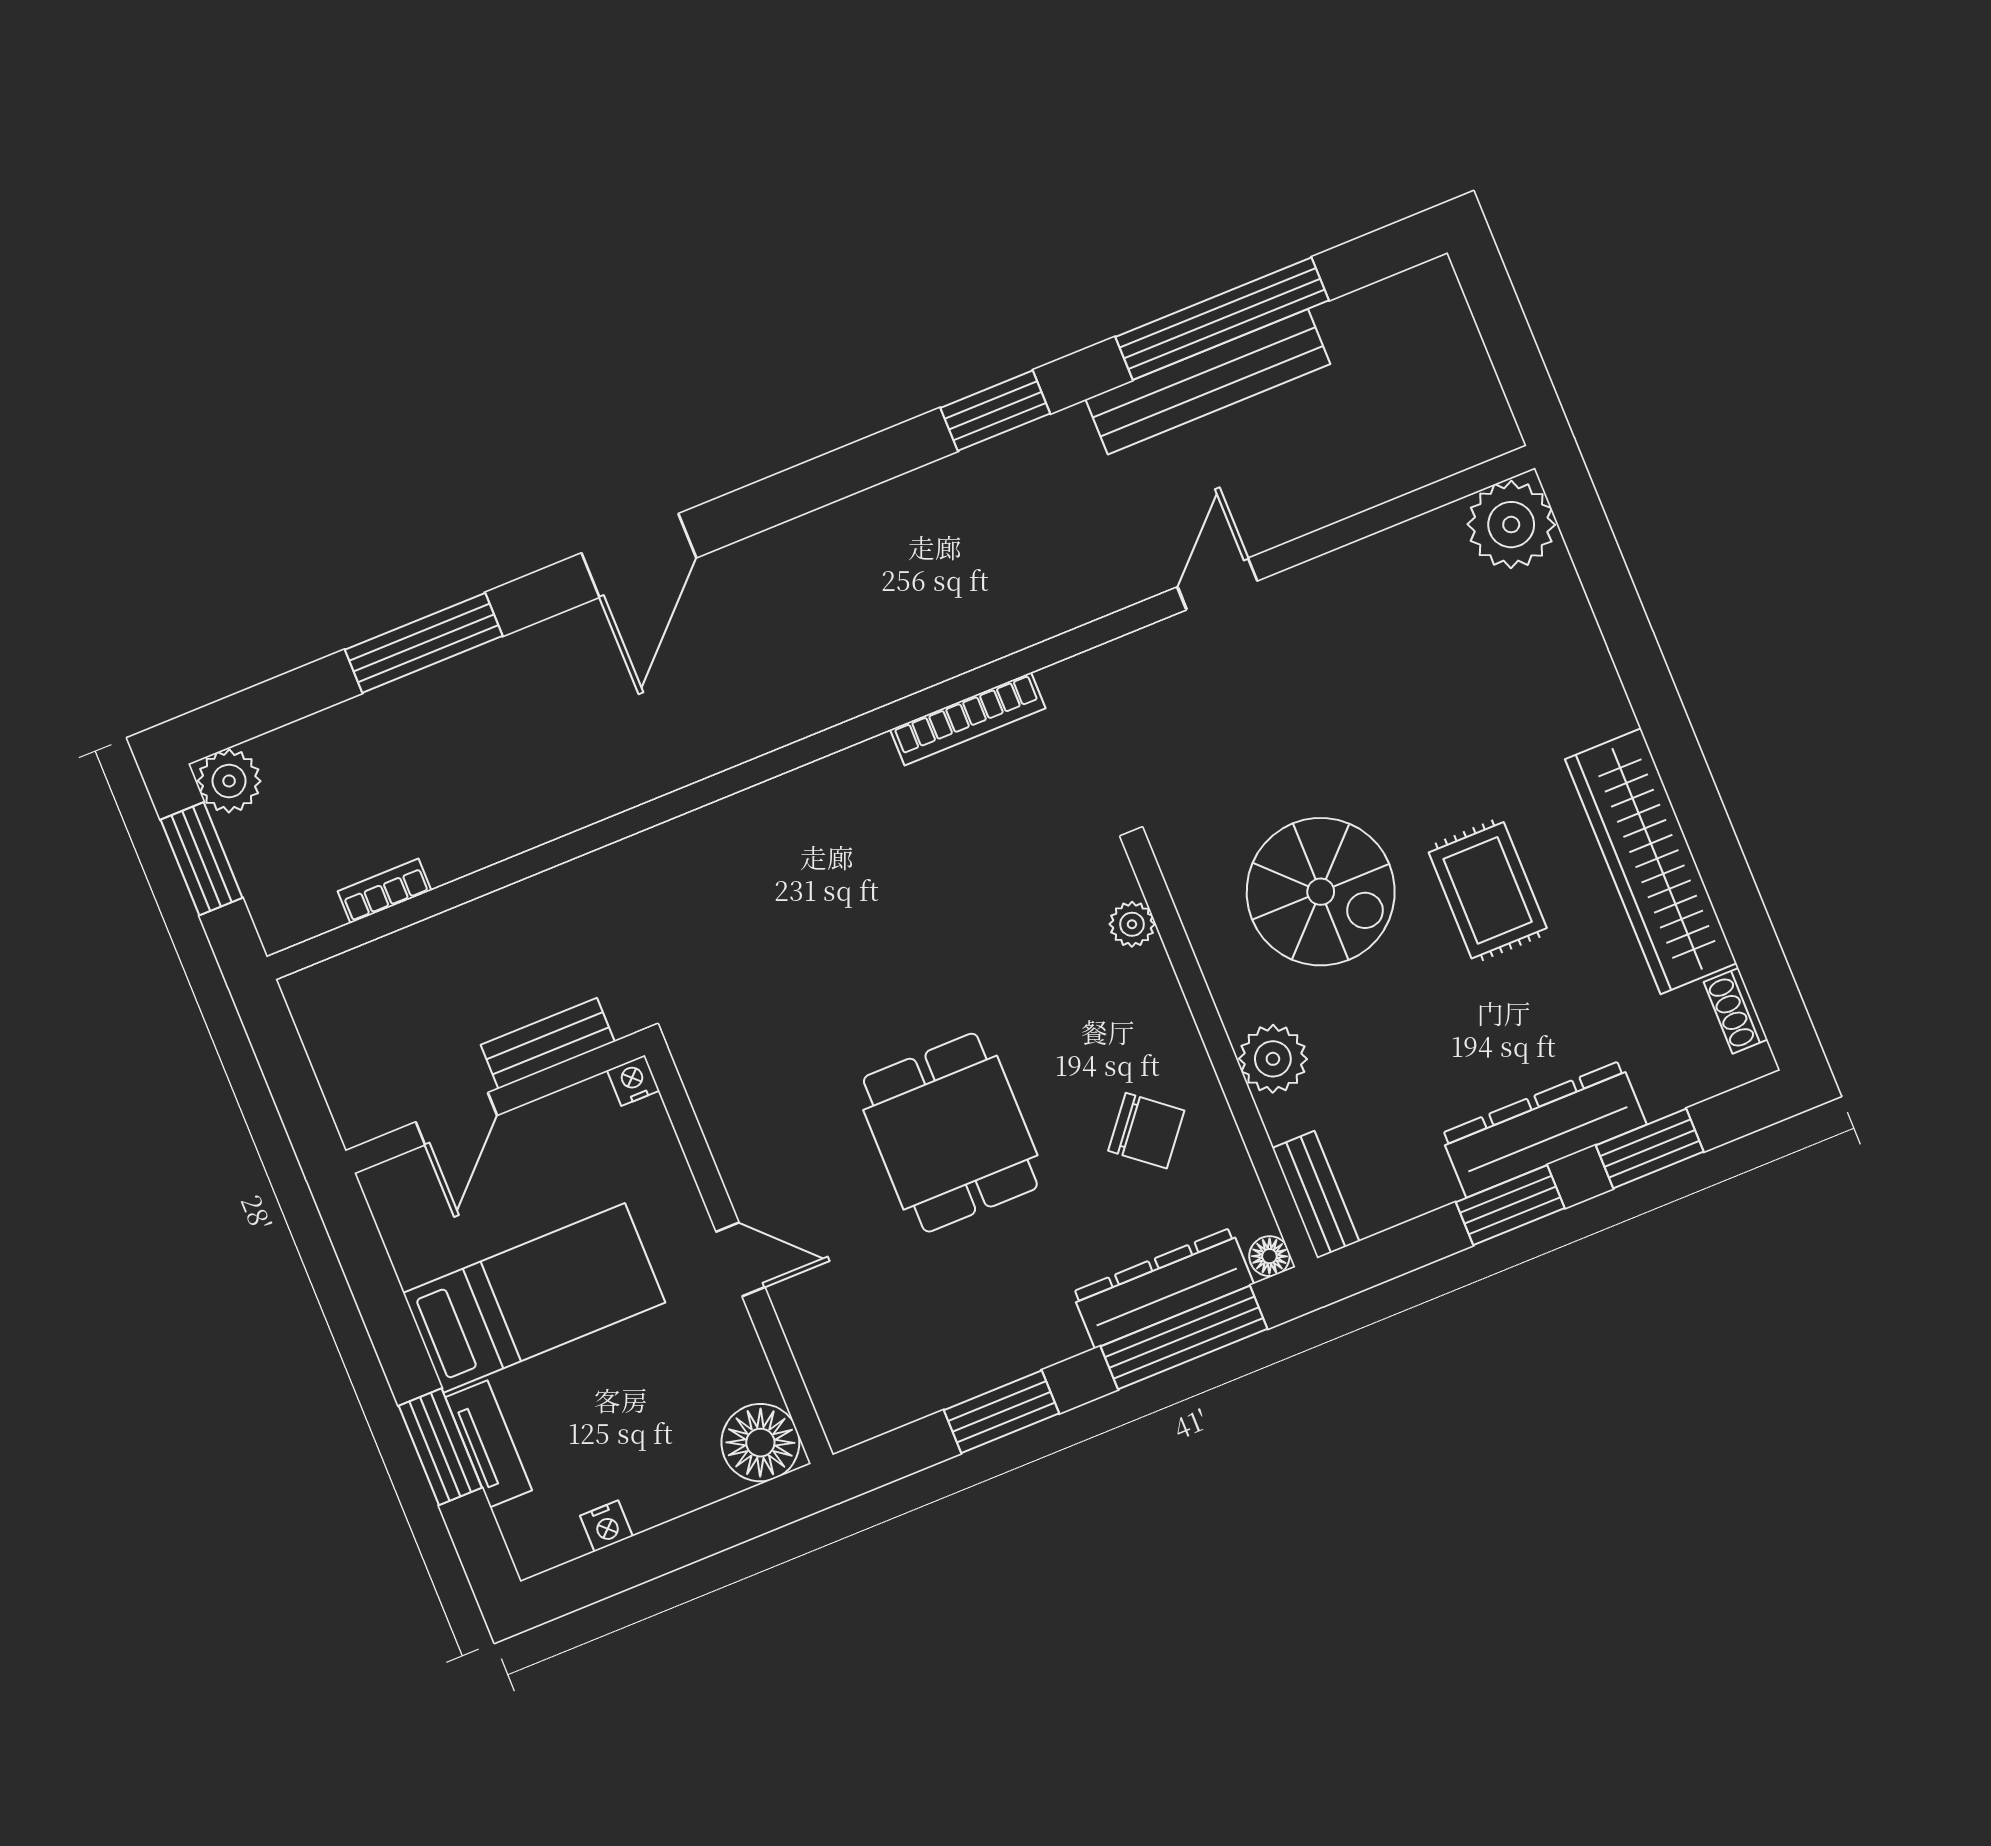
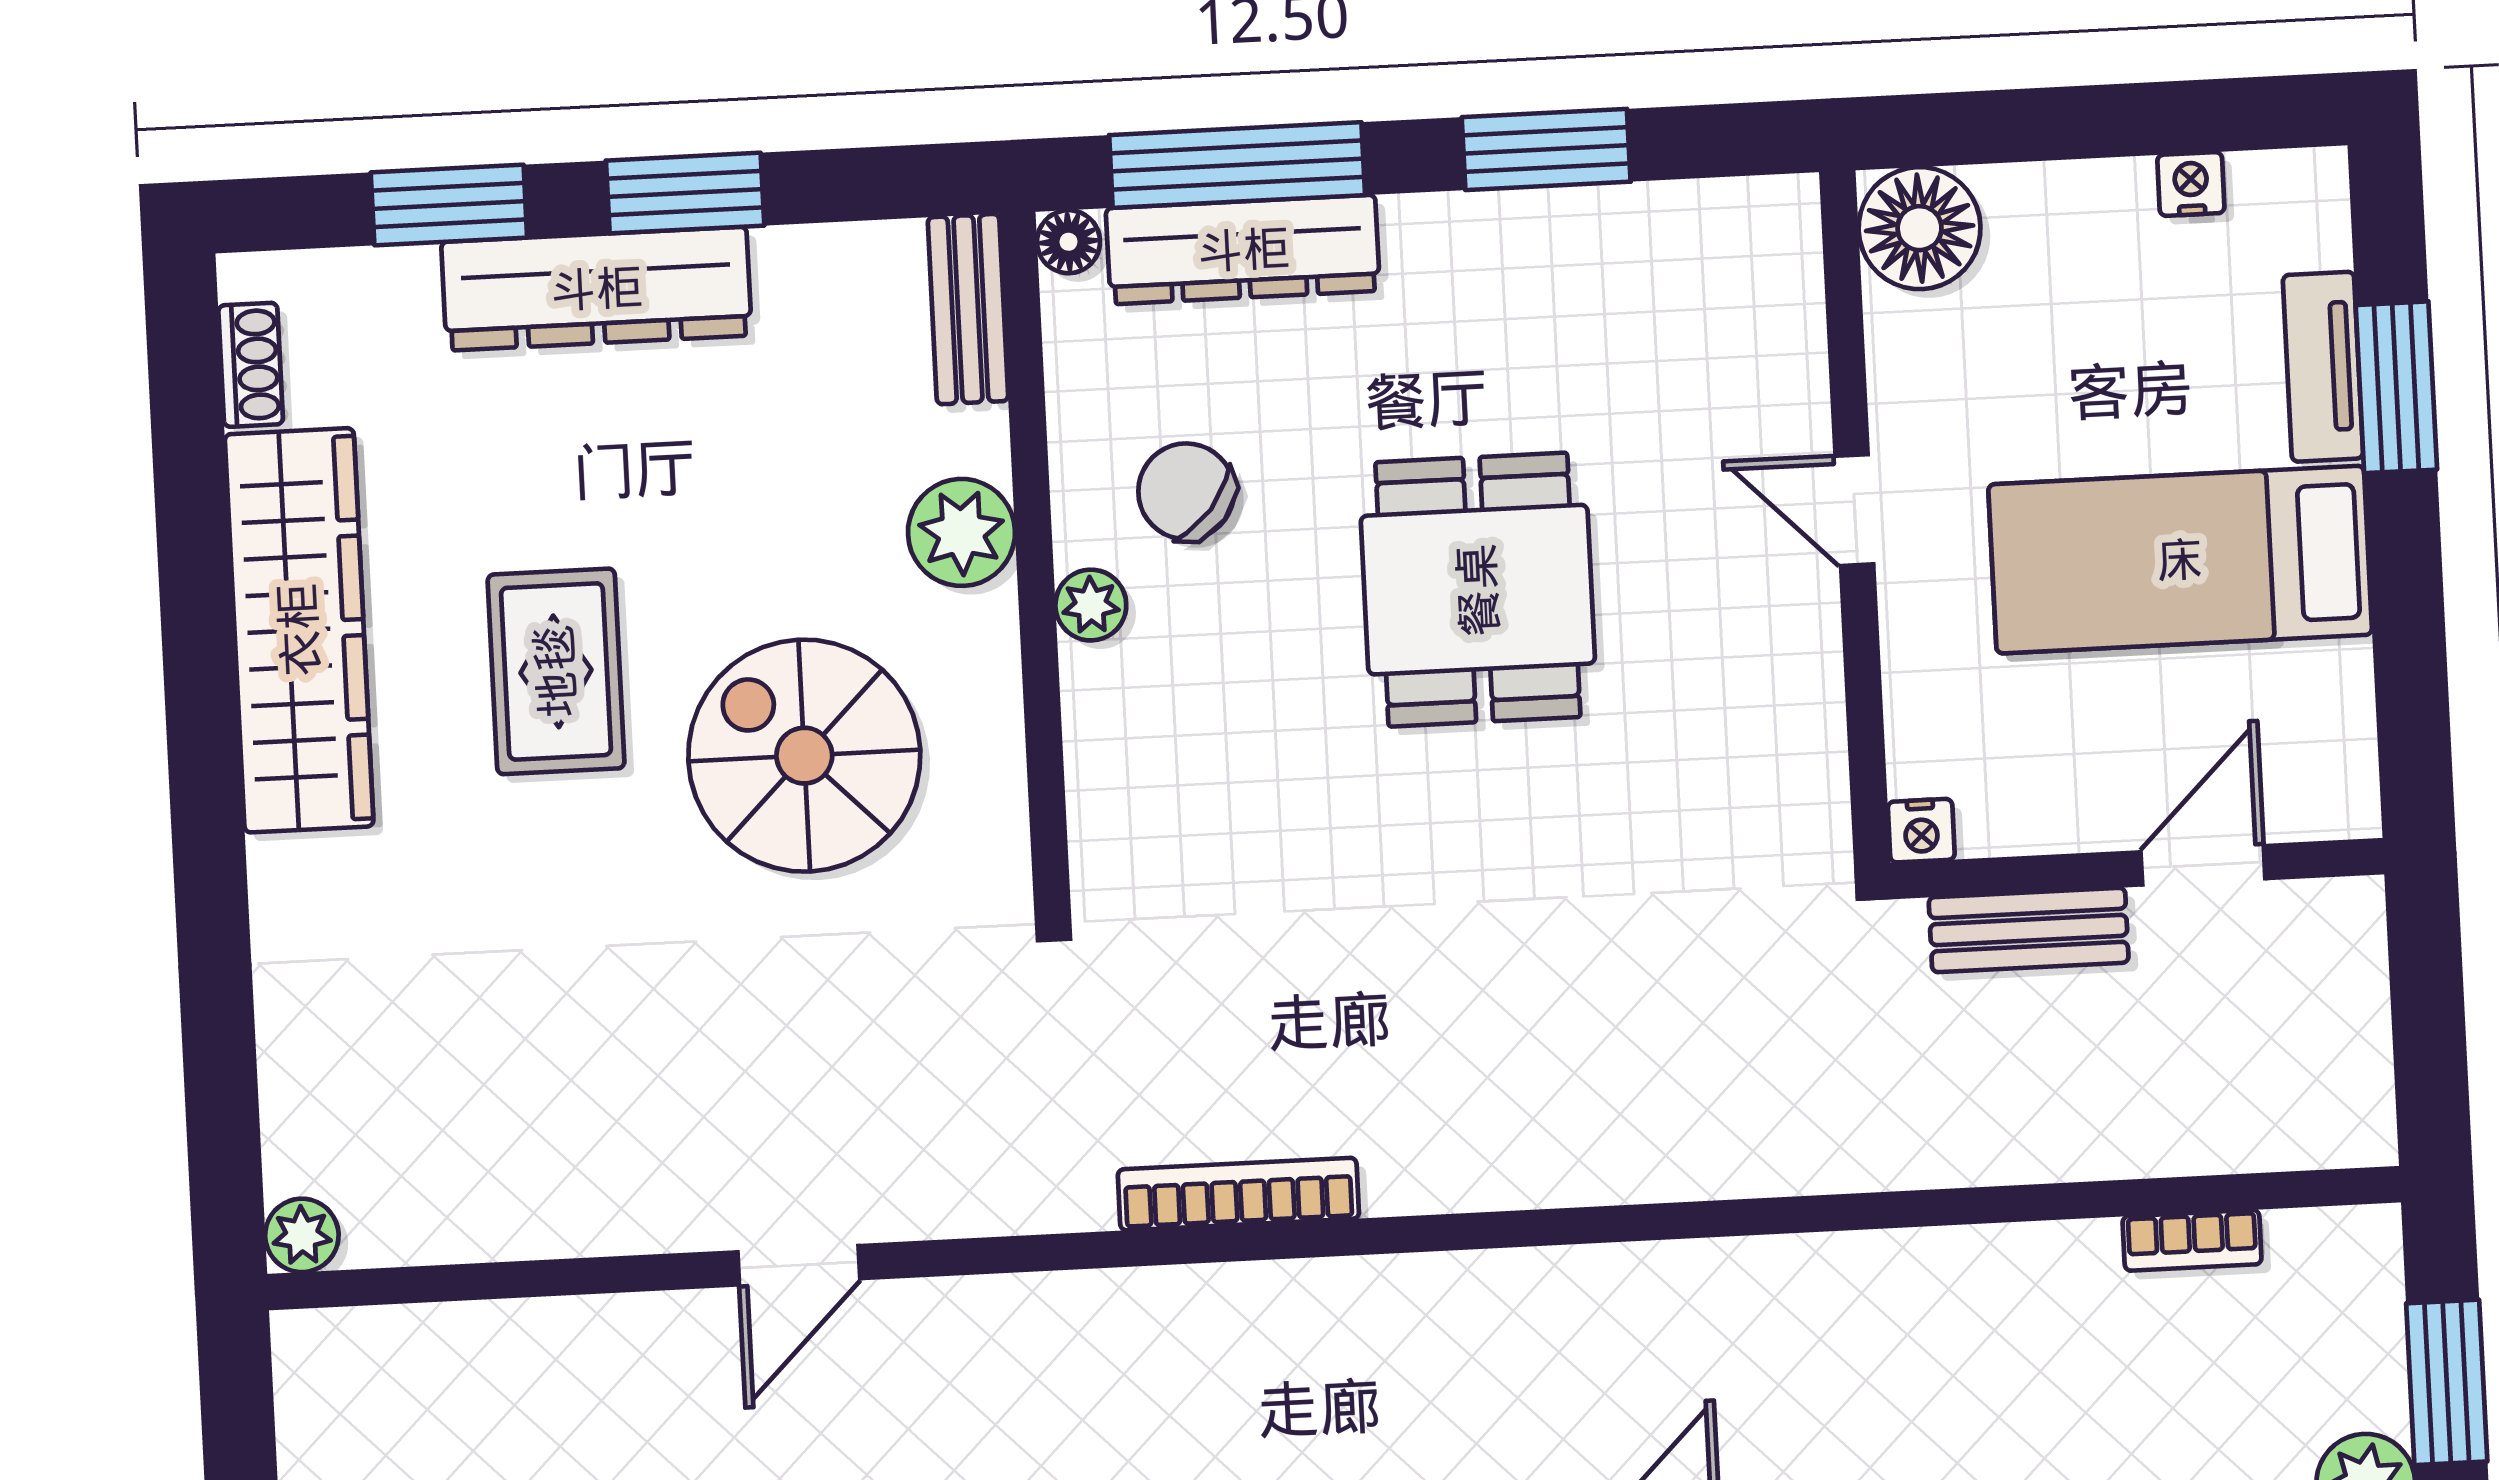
plant: (1511, 525) -> (302, 1235), width x0.53, depth x0.53
plant: (1132, 924) -> (1091, 605), moved

